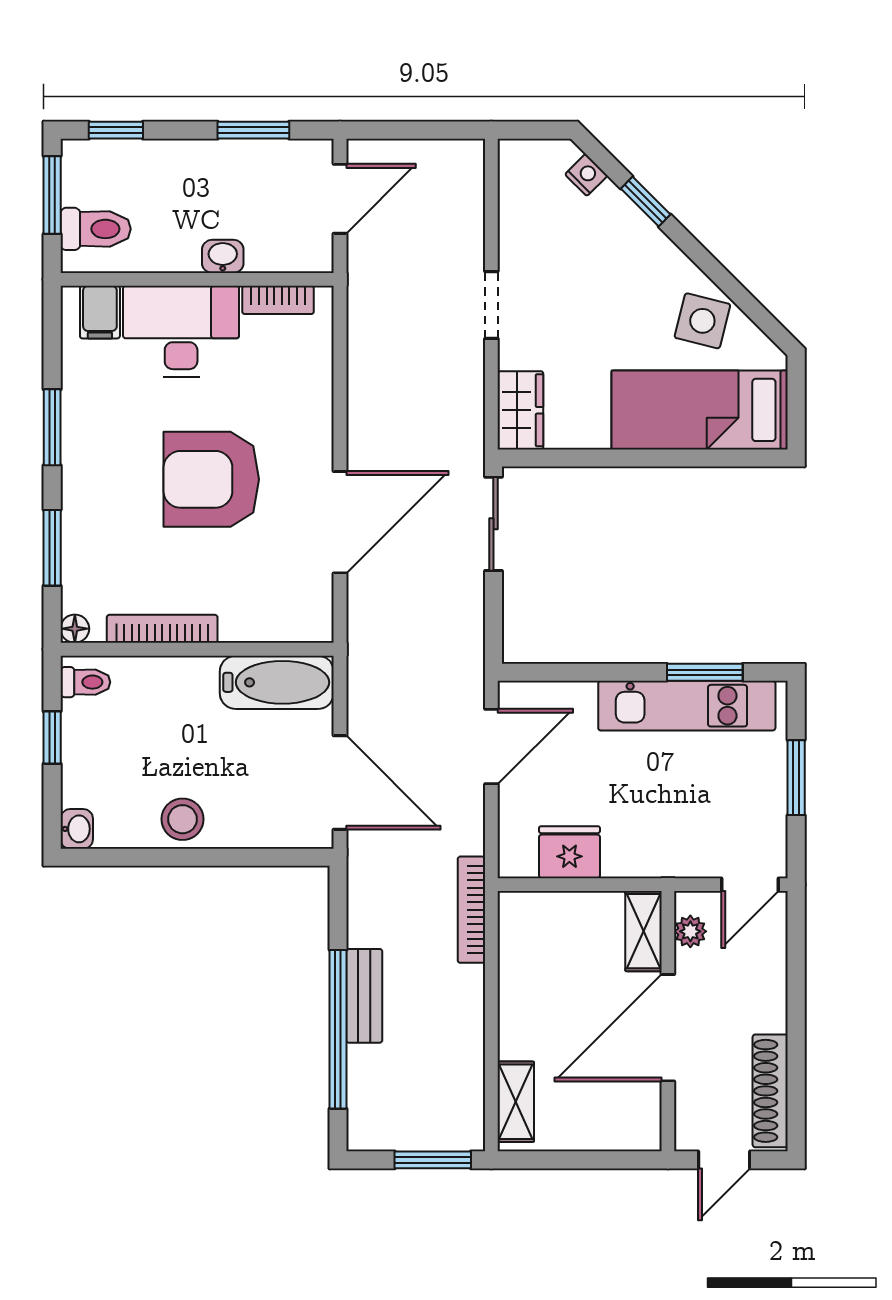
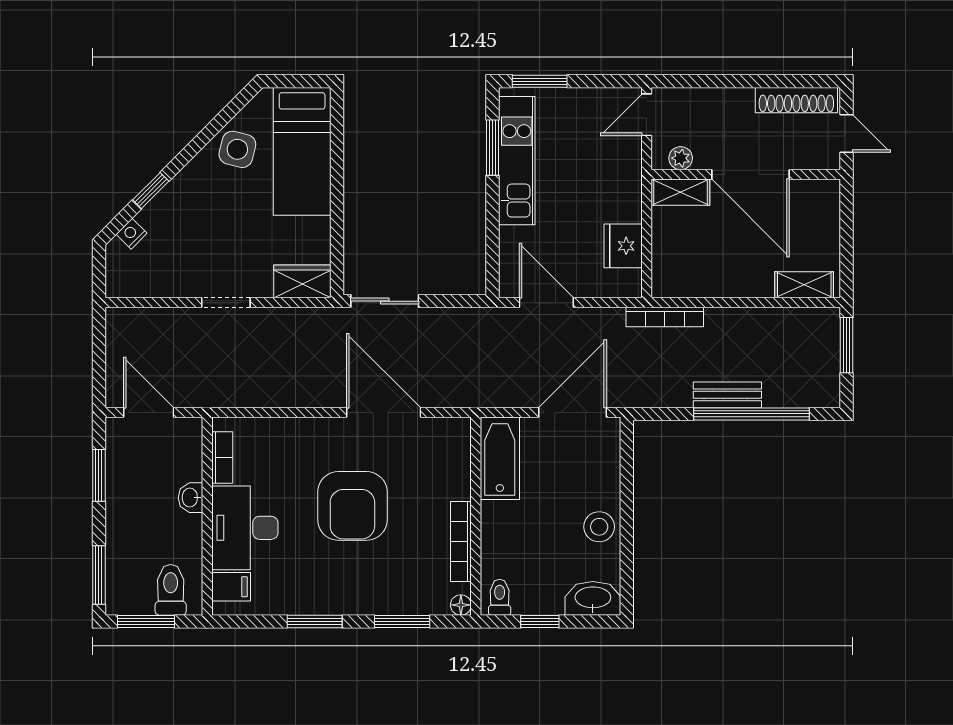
window: (116, 130) -> (99, 575), width x1.50
window: (796, 778) -> (540, 81), moved
washbasin: (77, 829) -> (593, 598), width x1.91, depth x1.45
door: (750, 885) -> (647, 115), swing flipped

